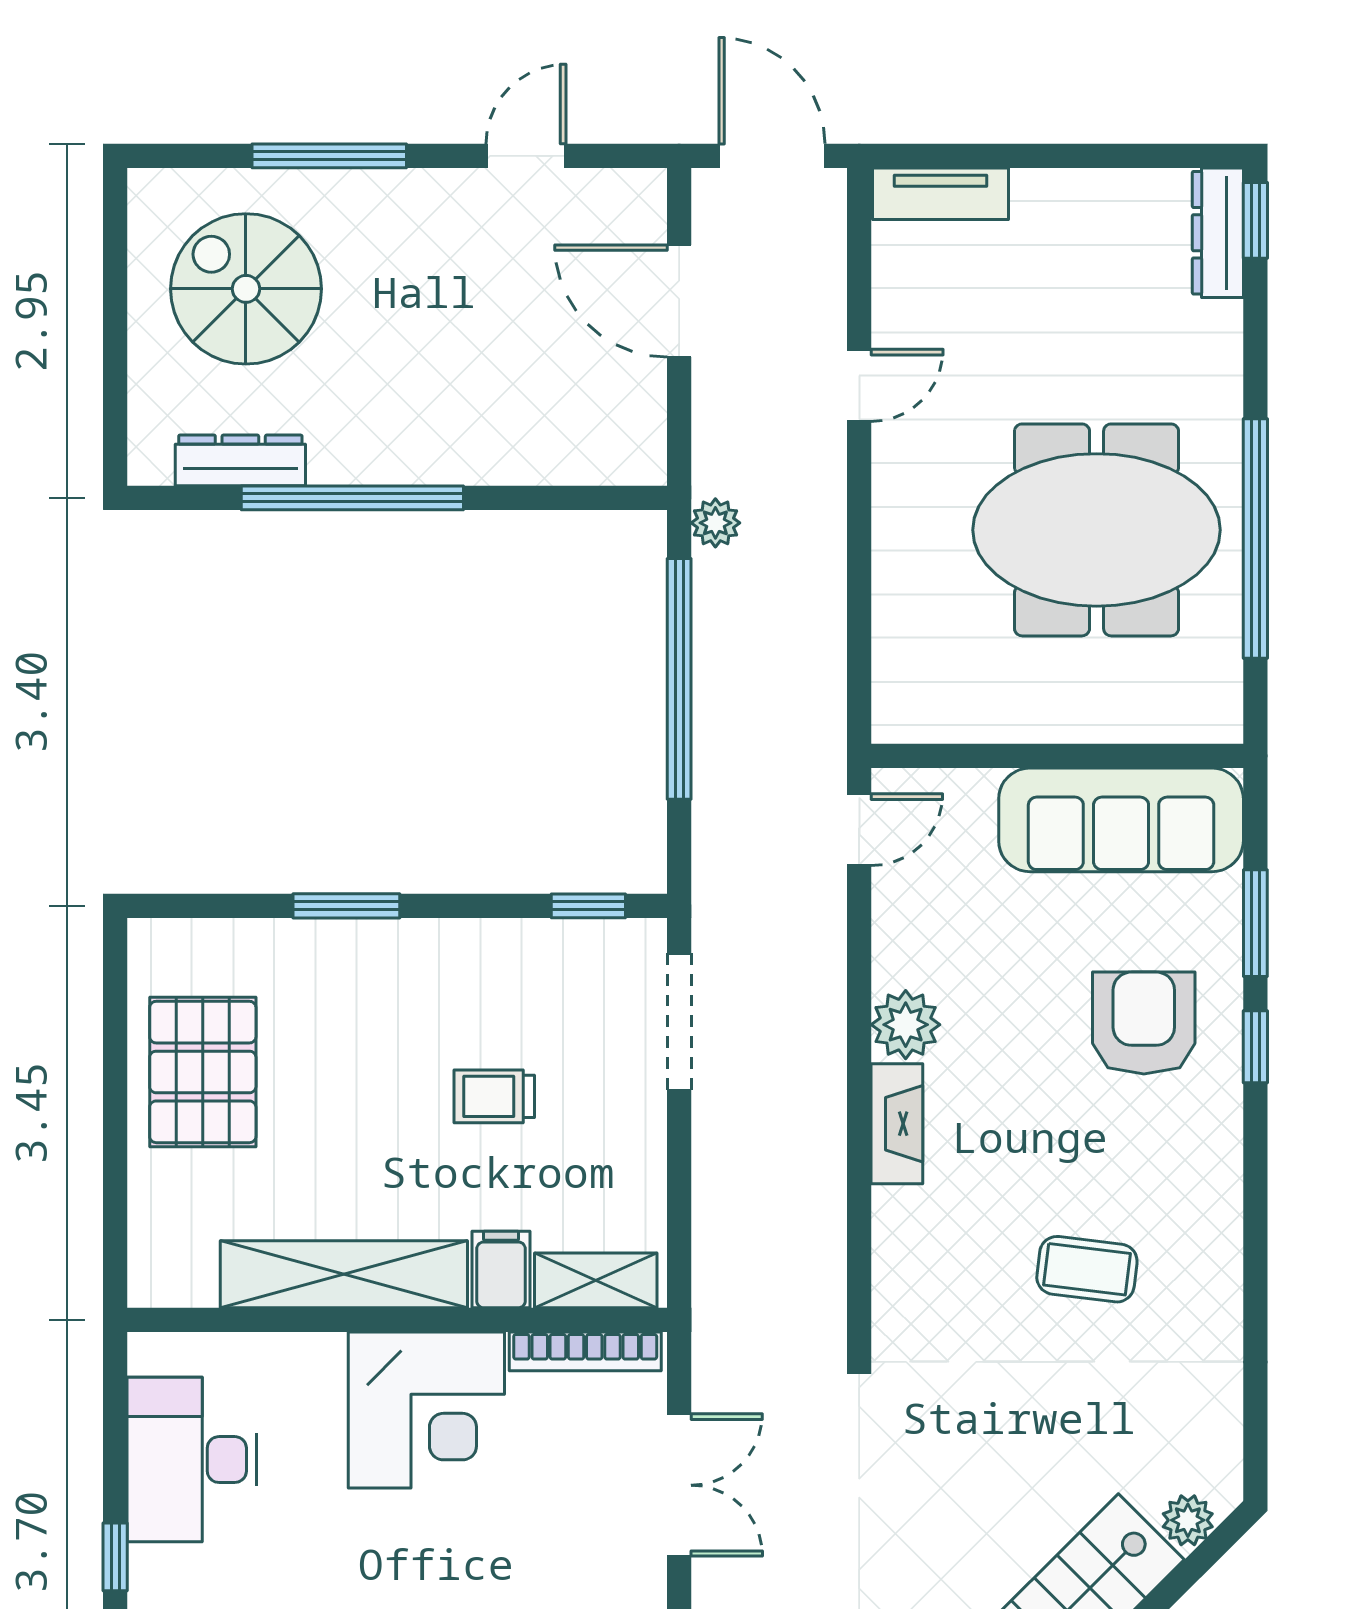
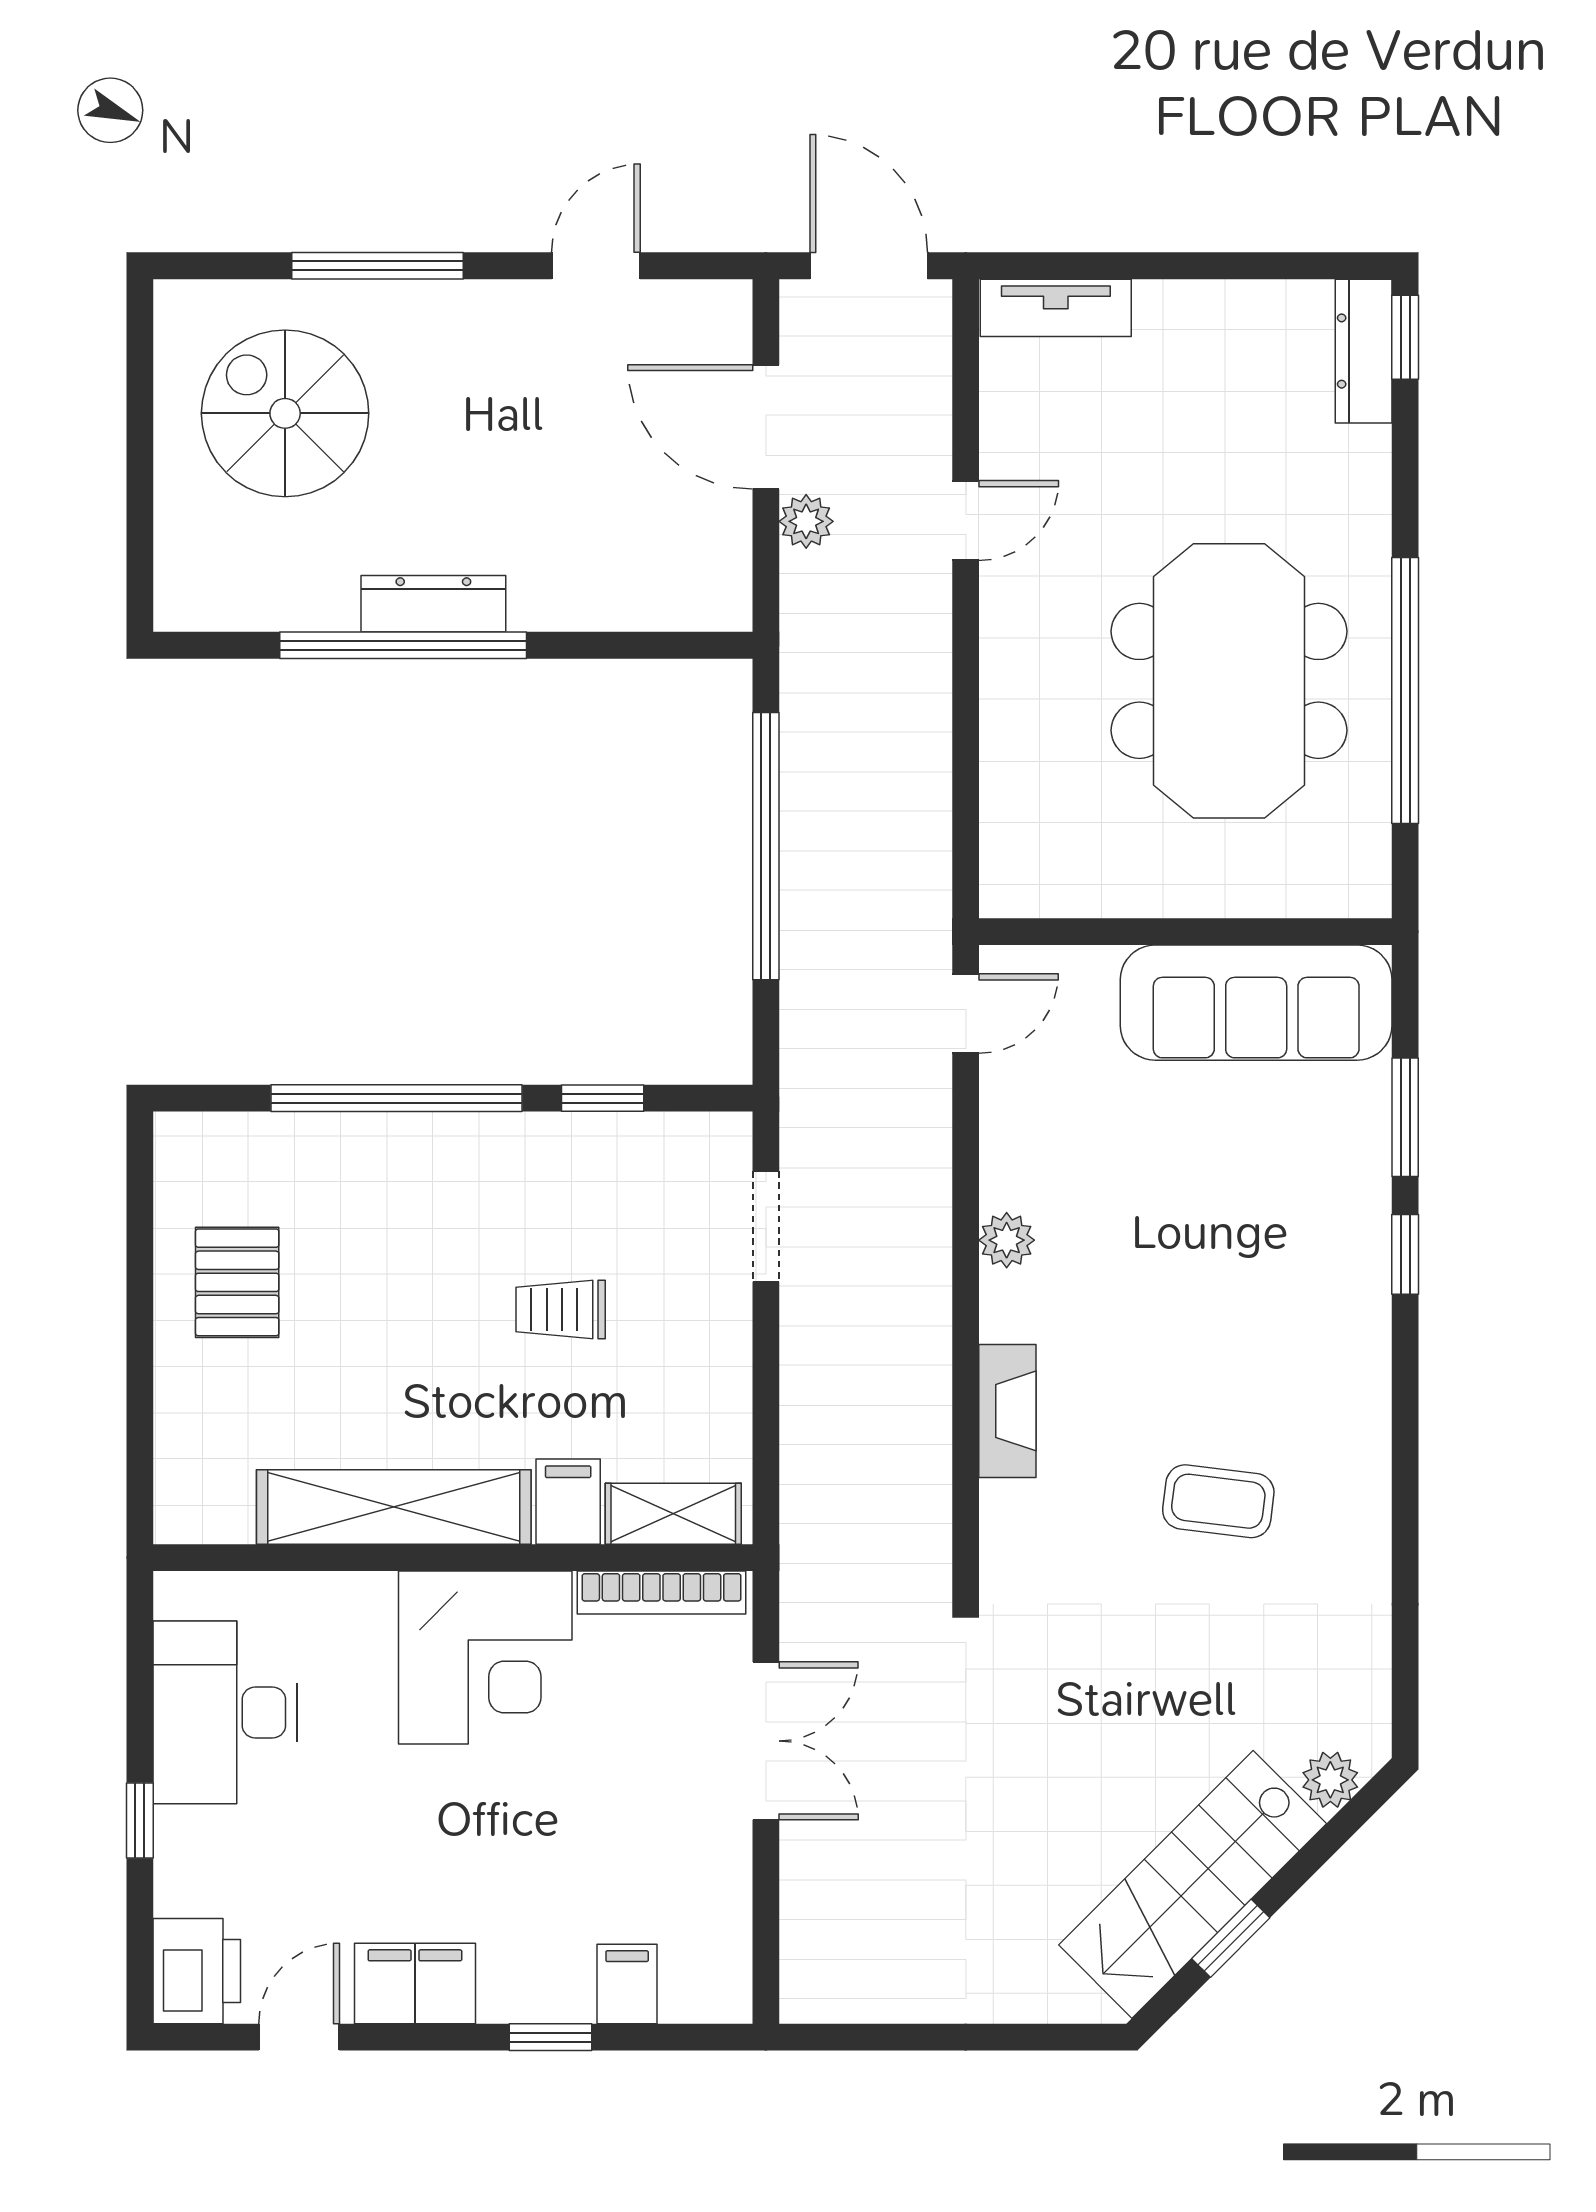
dresser: (240, 460) -> (433, 604), moved
plant: (715, 523) -> (806, 521), moved
meeting table: (1097, 530) -> (1229, 681), turned 90
window: (346, 906) -> (396, 1098), width x2.11
window: (588, 906) -> (603, 1098), moved
doorway: (679, 1022) -> (766, 1227), width x0.73
armchair: (1144, 1023) -> (1281, 1228), removed
plant: (906, 1025) -> (1007, 1240), width x0.73, depth x0.73
pallet: (203, 1072) -> (237, 1282), width x0.67, depth x0.71
fireplace: (897, 1124) -> (1007, 1411), moved

